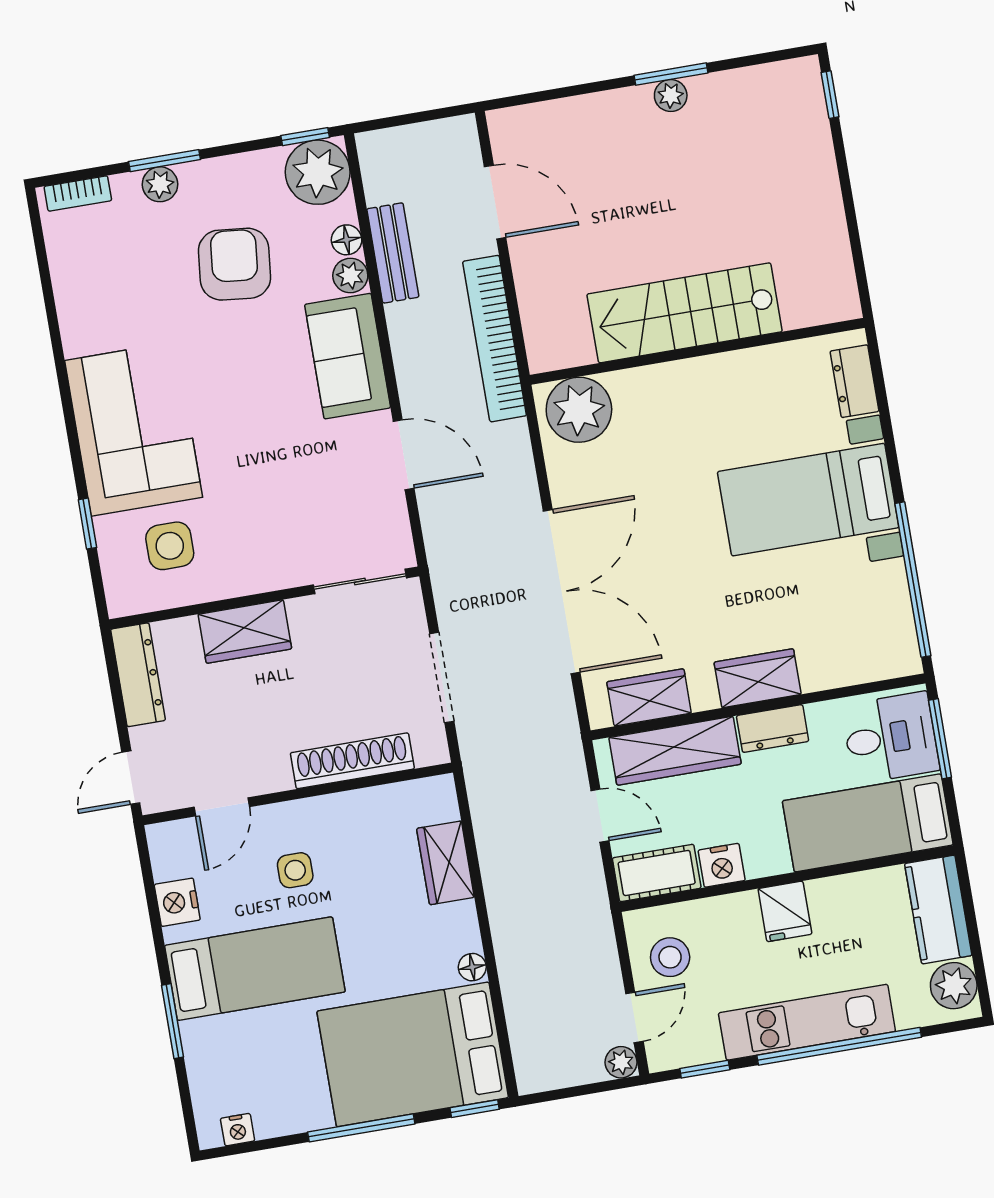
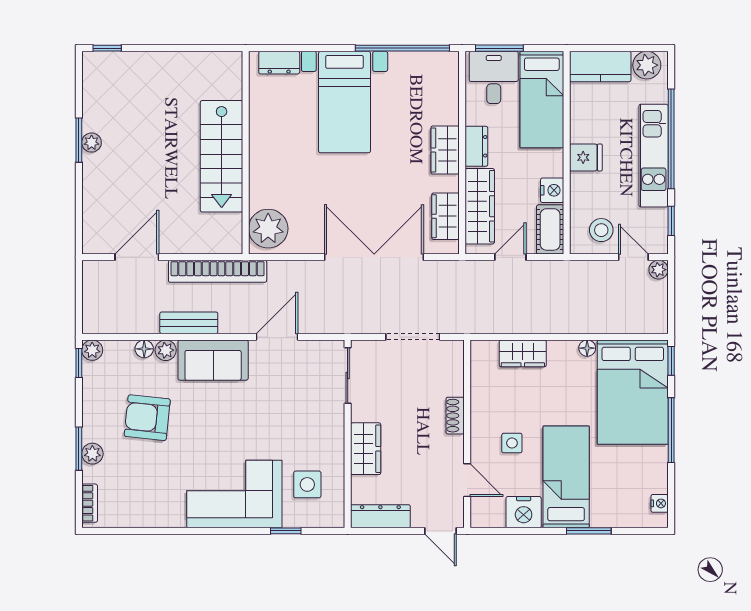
plant: (318, 172) -> (92, 350), width x0.53, depth x0.53
bench: (393, 253) -> (189, 323), moved
shoe rack: (352, 761) -> (455, 416), width x0.51, depth x0.81
nightstand: (177, 902) -> (524, 512), width x1.36, depth x1.33

